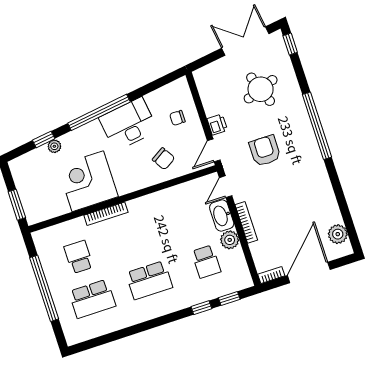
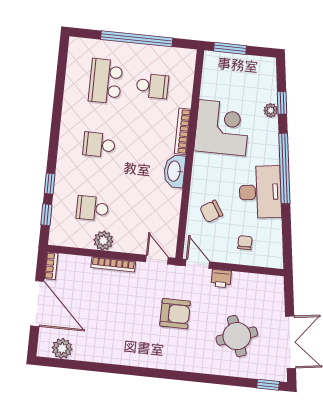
window: (317, 126) -> (177, 375), removed
washbasin: (222, 216) -> (174, 171), moved, turned -90
school desk: (149, 280) -> (99, 145), width x0.54

